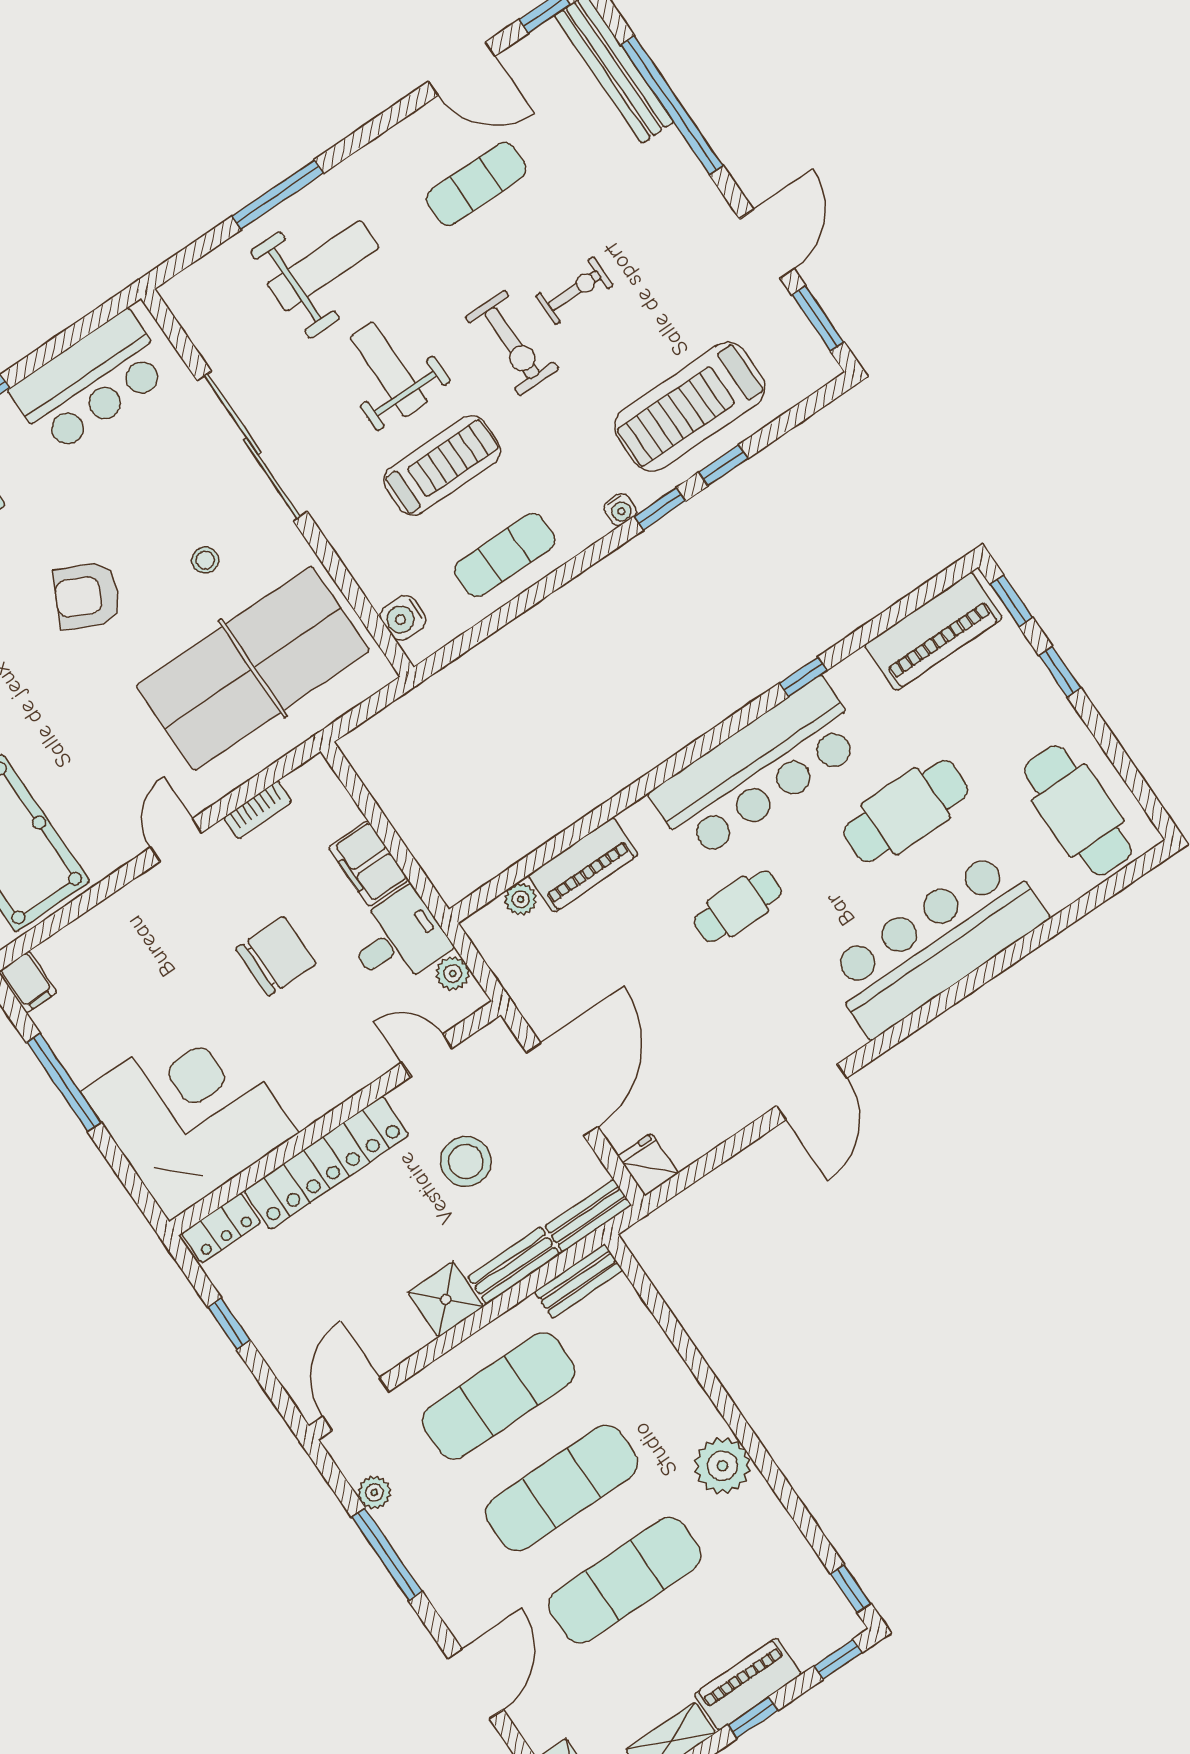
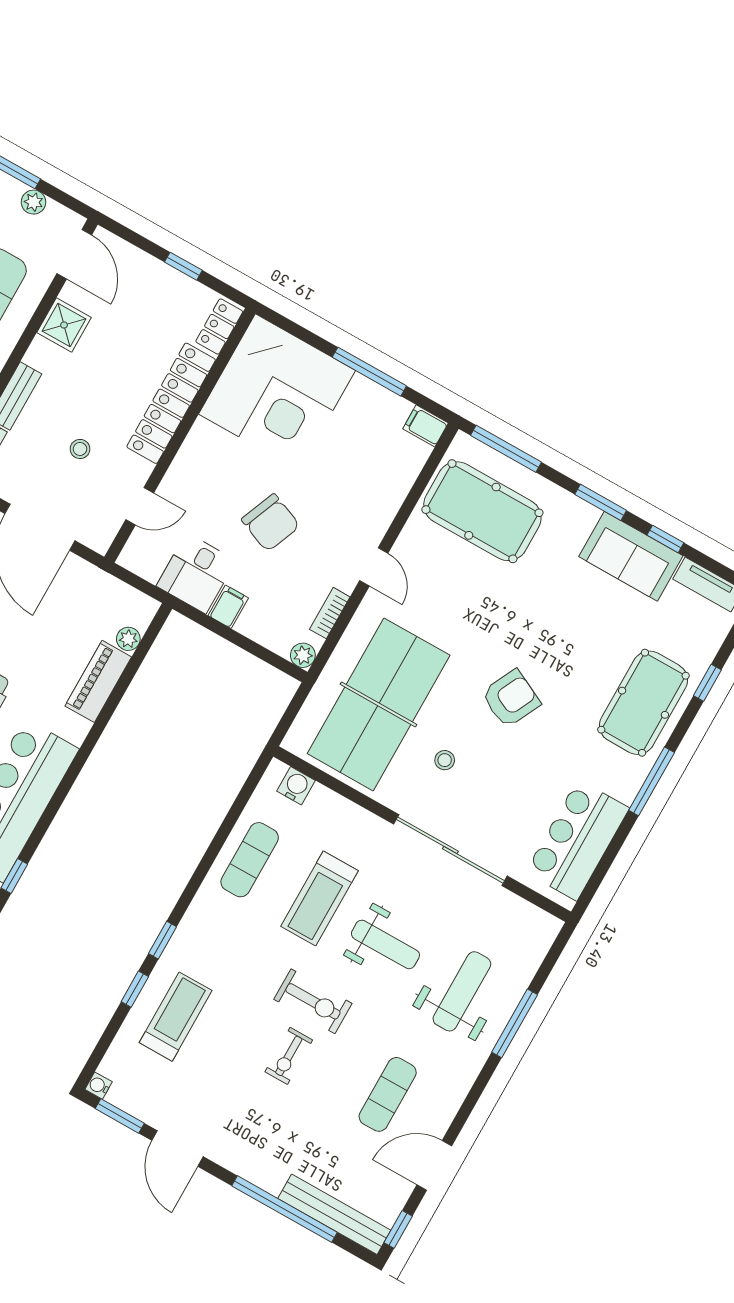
weight bench: (323, 266) -> (462, 991), turned 180
exercise bike: (512, 343) -> (313, 1001), turned 180
treadmill: (690, 407) -> (176, 1017), width x0.73, depth x0.73
water cooler: (620, 510) -> (99, 1086), moved
filing cabinet: (368, 864) -> (228, 607), width x0.50
chair: (276, 956) -> (271, 523), turned -68
plant: (453, 973) -> (303, 655), moved
stool: (466, 1161) -> (80, 449), width x0.53, depth x0.53
shower: (446, 1299) -> (64, 325), moved

